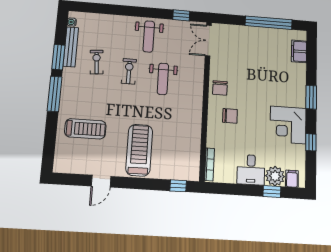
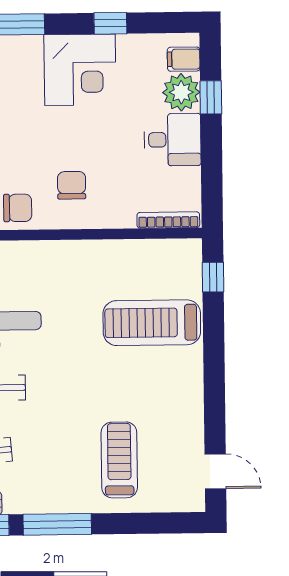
treadmill: (139, 150) -> (152, 323), moved
door: (101, 181) -> (215, 471), moved

